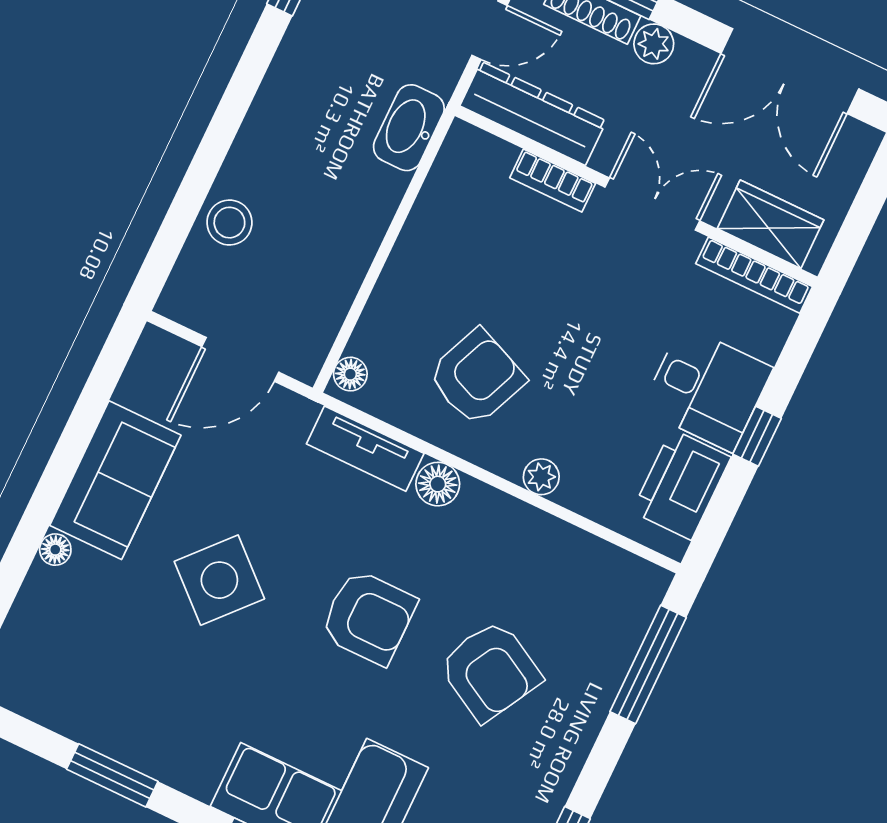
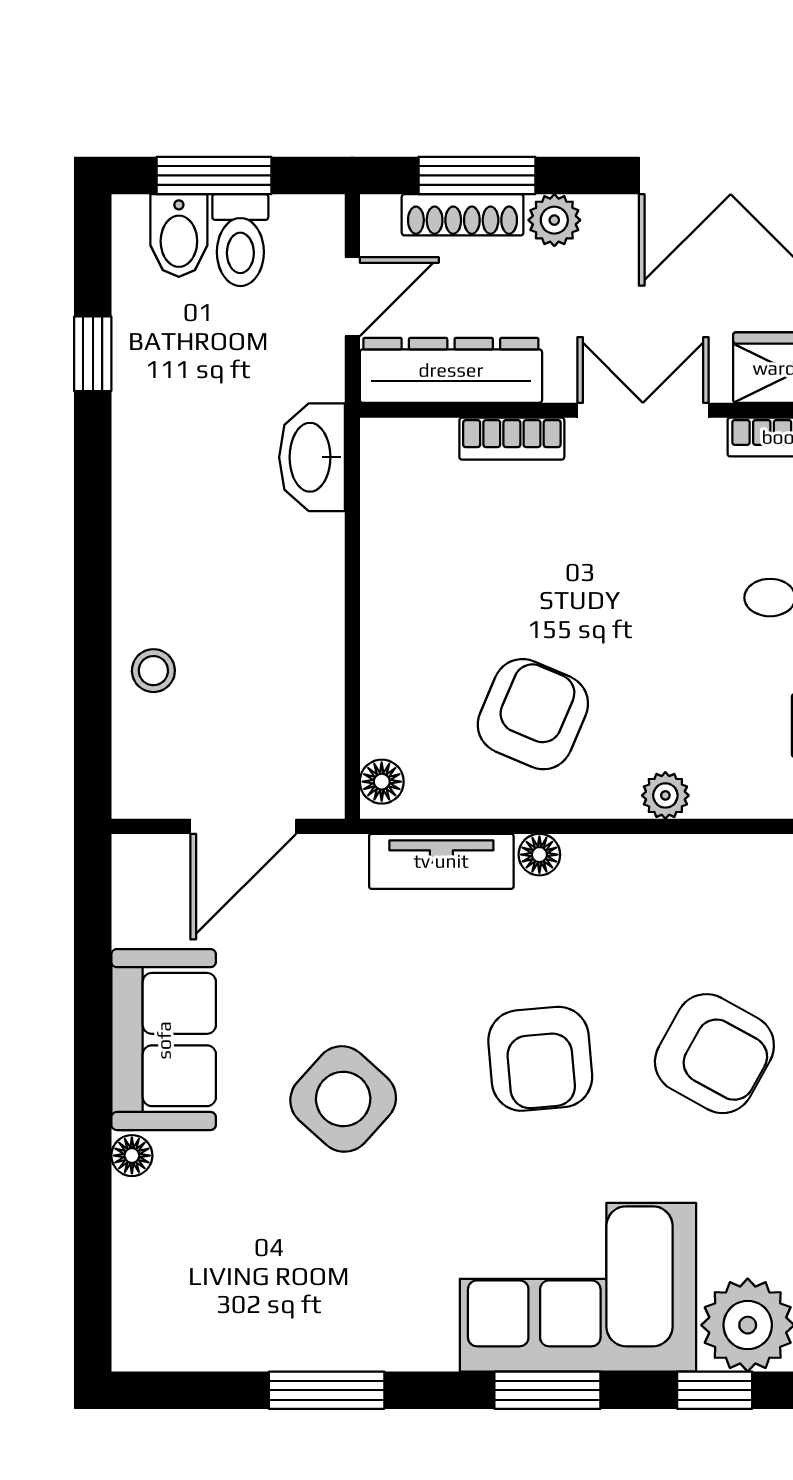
stool: (229, 223) -> (153, 671), width x0.73, depth x0.73
floor lamp: (438, 484) -> (539, 855), width x0.73, depth x0.73
armchair: (368, 617) -> (540, 1059), turned 85

